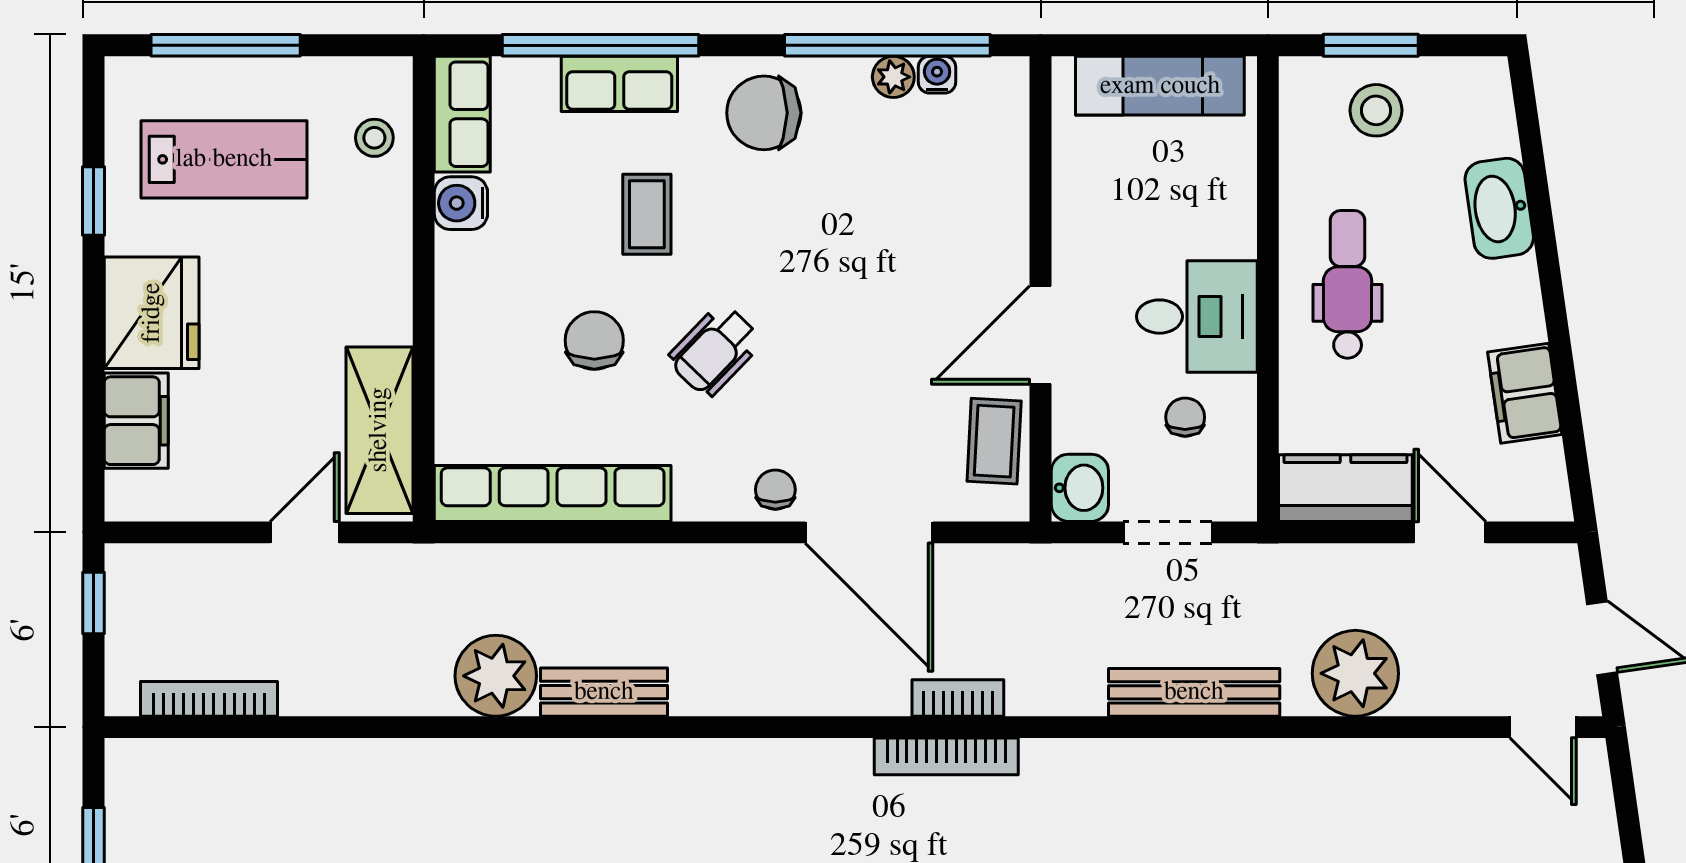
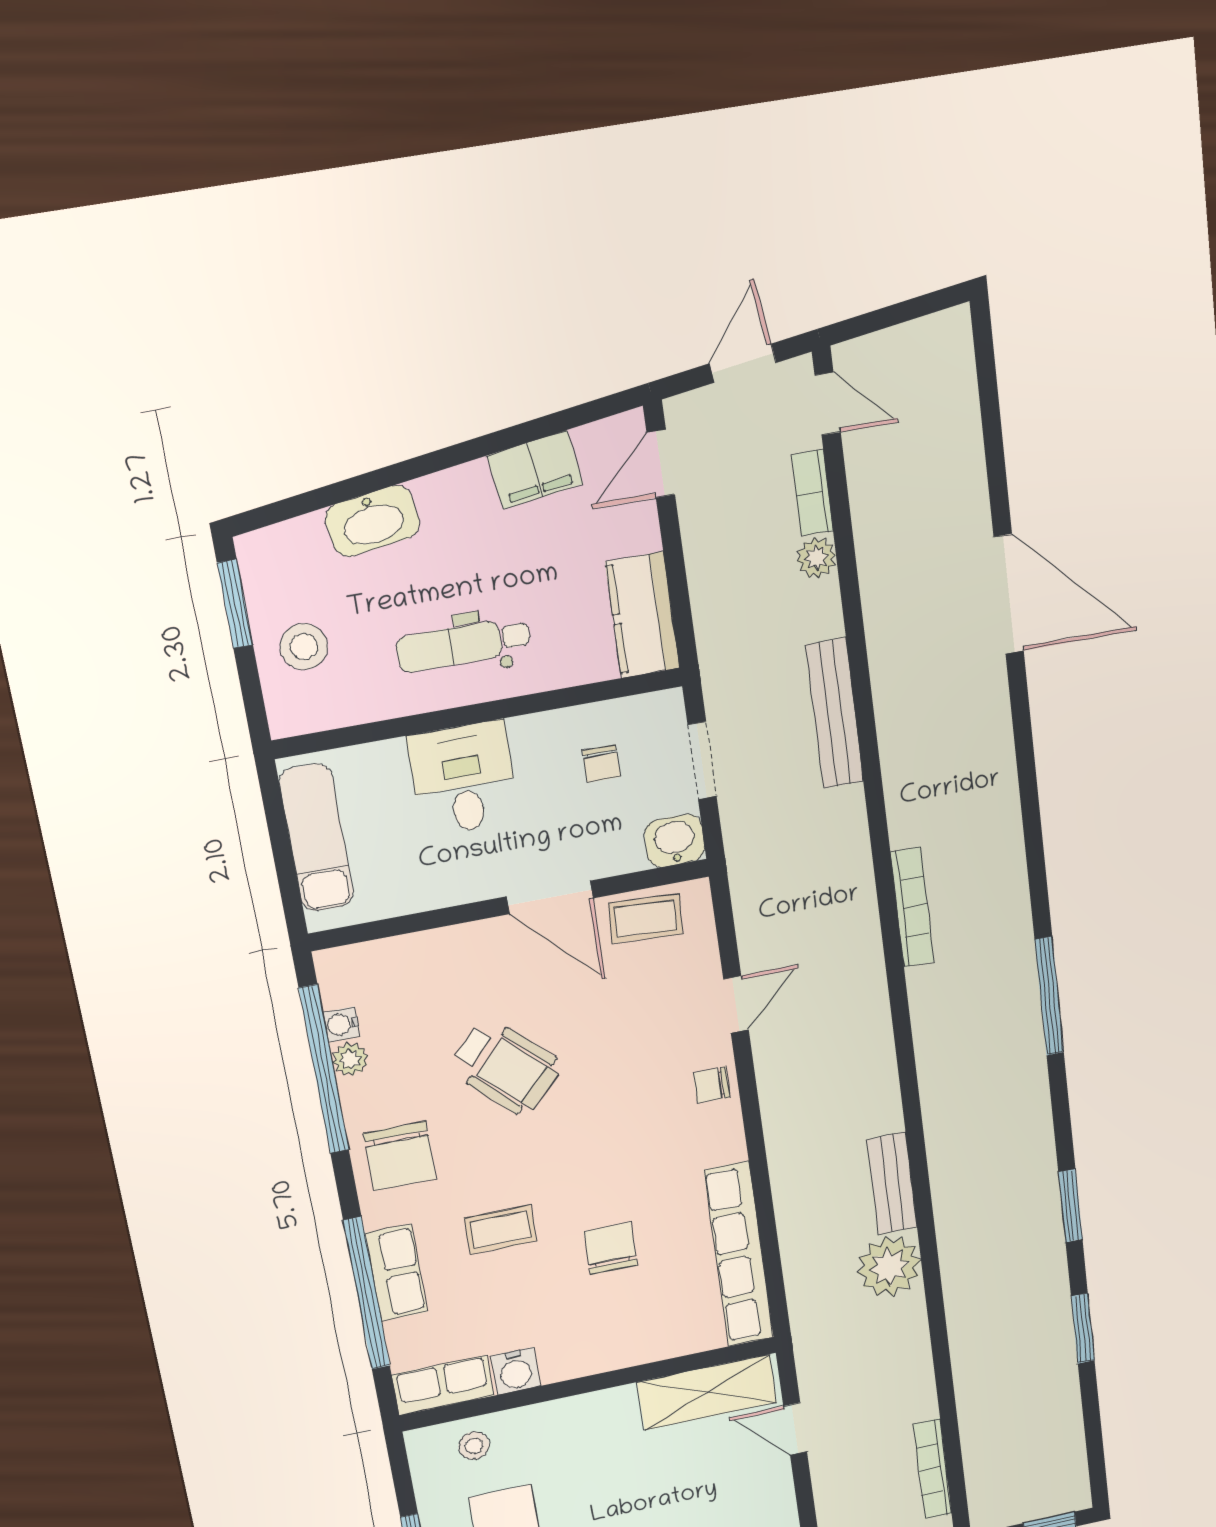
window: (1371, 45) -> (235, 604), moved
desk: (1197, 317) -> (463, 779), moved
chair: (594, 340) -> (611, 1248), turned 90
wheelchair: (715, 350) -> (506, 1067), moved, width x1.36, depth x1.37
chair: (1185, 417) -> (601, 764), turned -90
door: (869, 532) -> (736, 1004), width x0.53
door: (1450, 532) -> (661, 464), moved
plant: (1355, 673) -> (816, 558), width x0.53, depth x0.53
bookcase: (958, 698) -> (812, 493), moved
door: (1543, 727) -> (828, 404), hinge flipped

